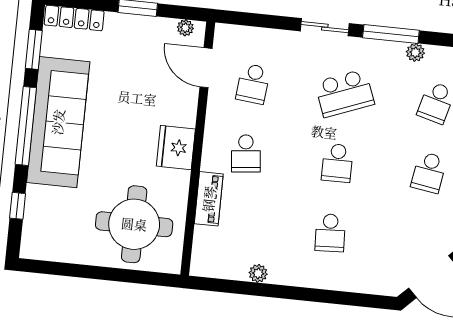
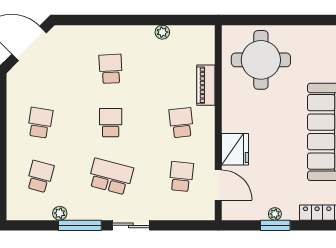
plant: (185, 28) -> (275, 214), moved
school desk: (345, 93) -> (111, 177), turned 36
fridge: (176, 148) -> (235, 149), moved

